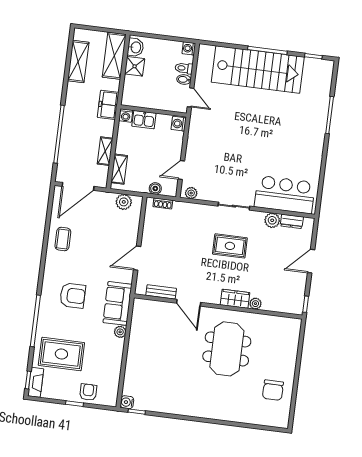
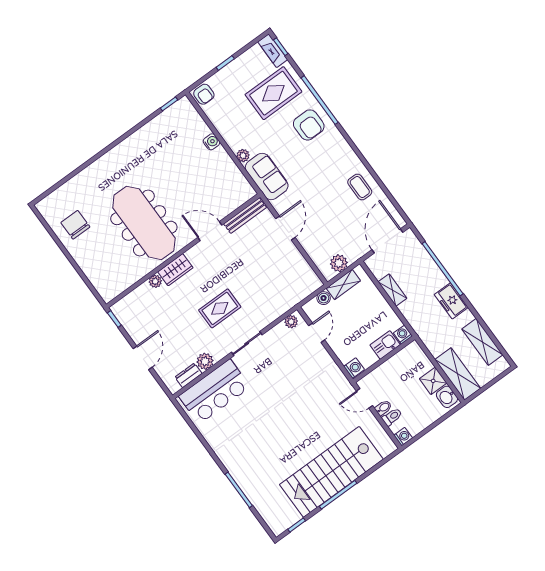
freezer: (108, 105) -> (451, 301), moved, turned 180
shelving: (119, 169) -> (343, 284), moved, turned 90
shoe rack: (163, 203) -> (306, 292), removed
bench: (161, 292) -> (245, 216), width x1.36
armchair: (73, 296) -> (309, 125), moved, turned -90
meeting table: (227, 349) -> (144, 223), width x1.36
armchair: (88, 392) -> (204, 94), moved
water cooler: (127, 402) -> (212, 142), moved

